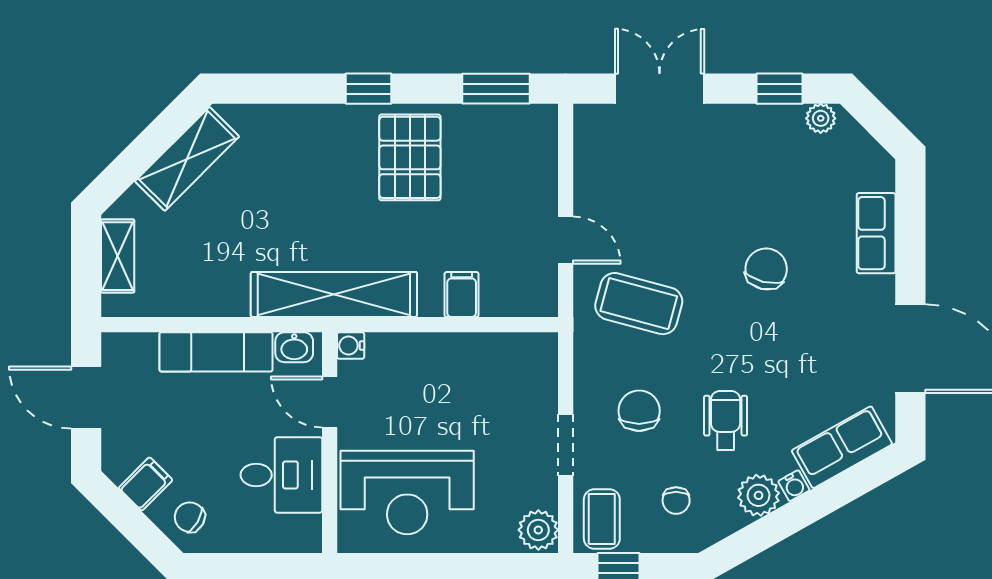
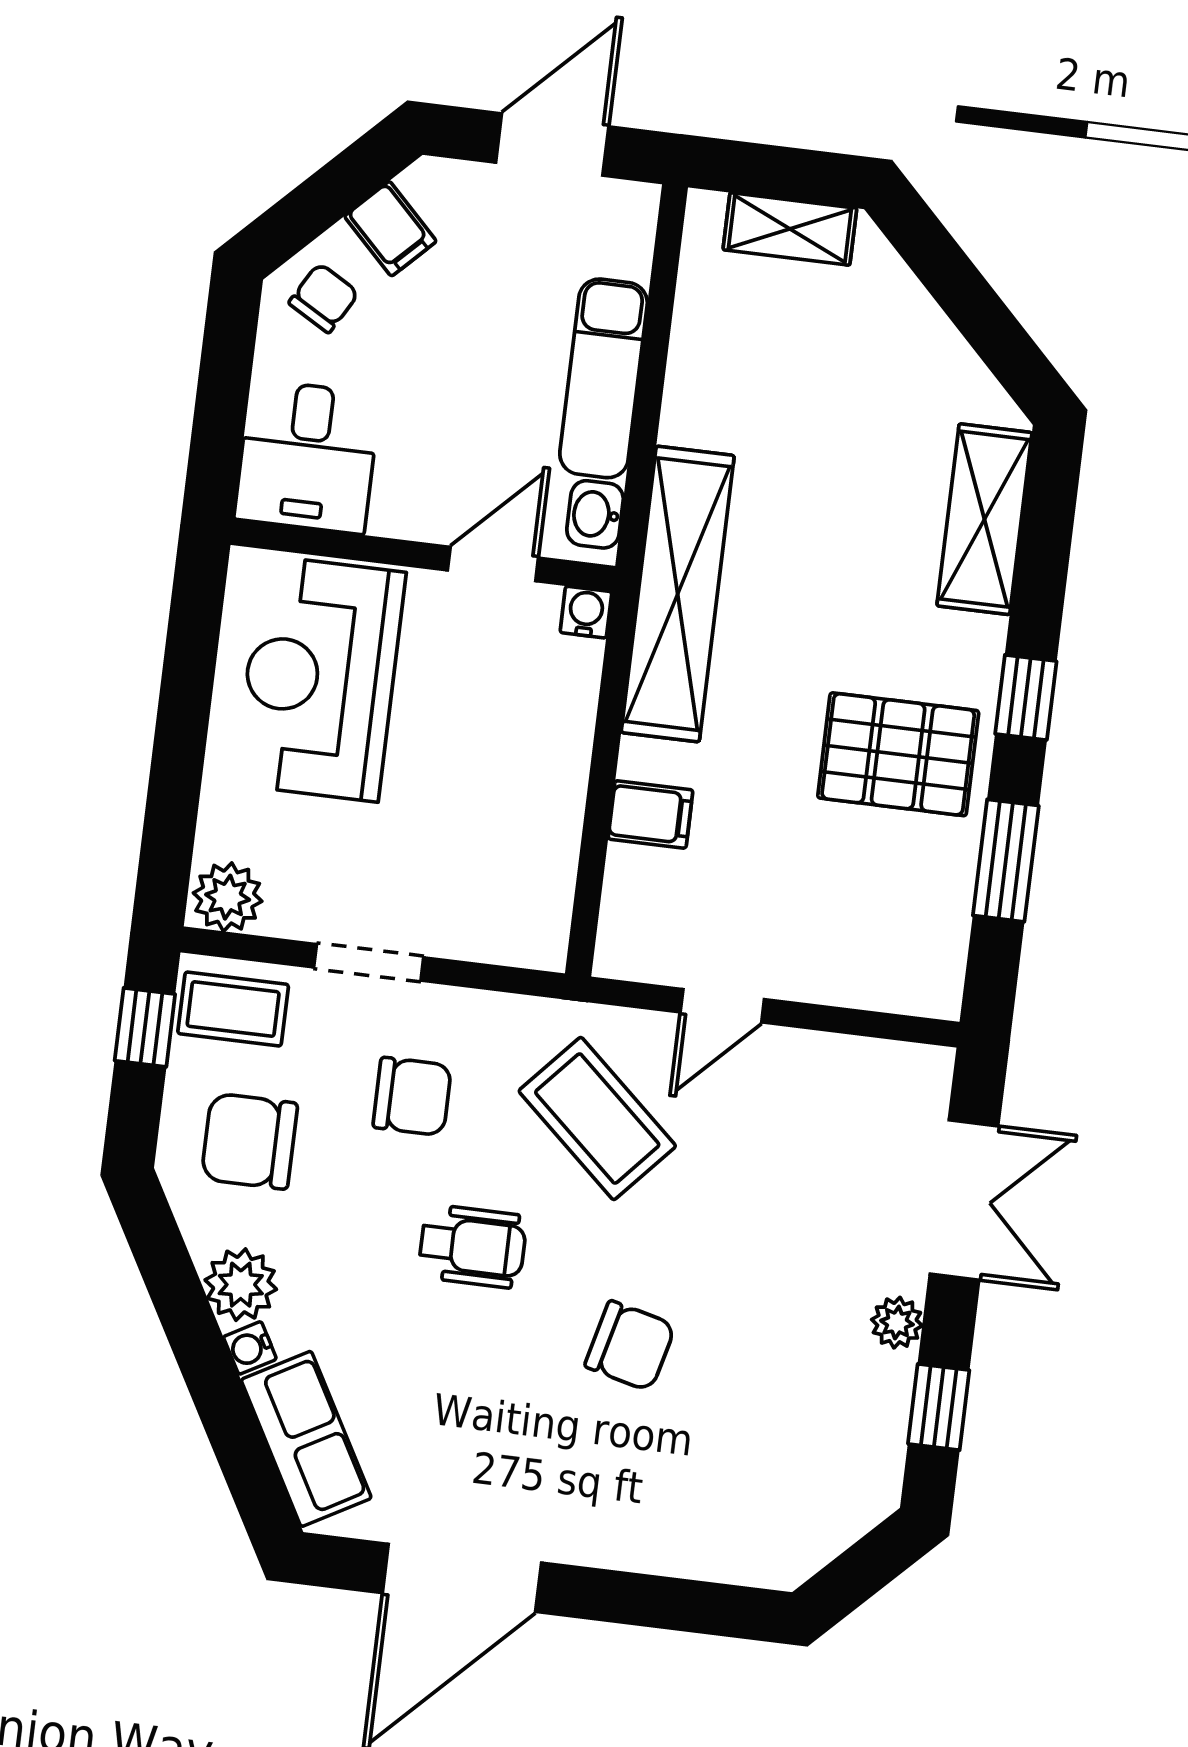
window: (496, 89) -> (1006, 861), moved
plant: (821, 118) -> (897, 1323), moved
shelving: (187, 159) -> (984, 519), moved, turned 45
row of seats: (876, 233) -> (669, 1543), removed
coffee table: (639, 304) -> (597, 1119), turned -63
wheelchair: (726, 420) -> (473, 1246), moved
desk: (281, 475) -> (307, 457), moved
chair: (676, 501) -> (249, 1141), width x1.87, depth x1.87

